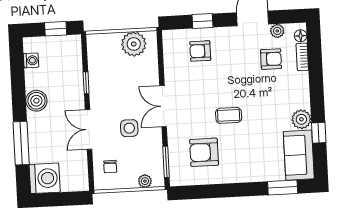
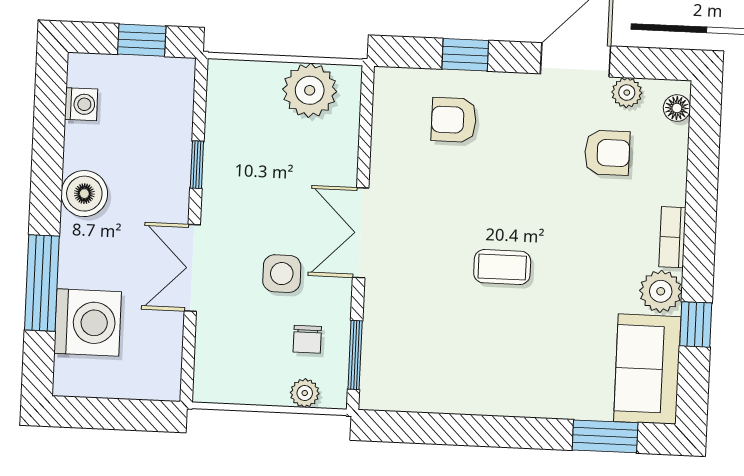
bookcase: (302, 57) -> (672, 237), moved
armchair: (204, 152) -> (440, 343), removed
chair: (110, 167) -> (307, 339), moved
washing machine: (45, 178) -> (88, 323), moved

